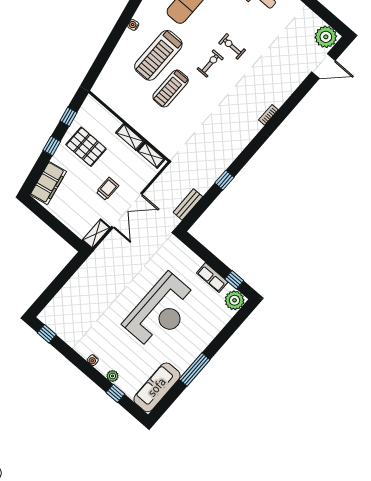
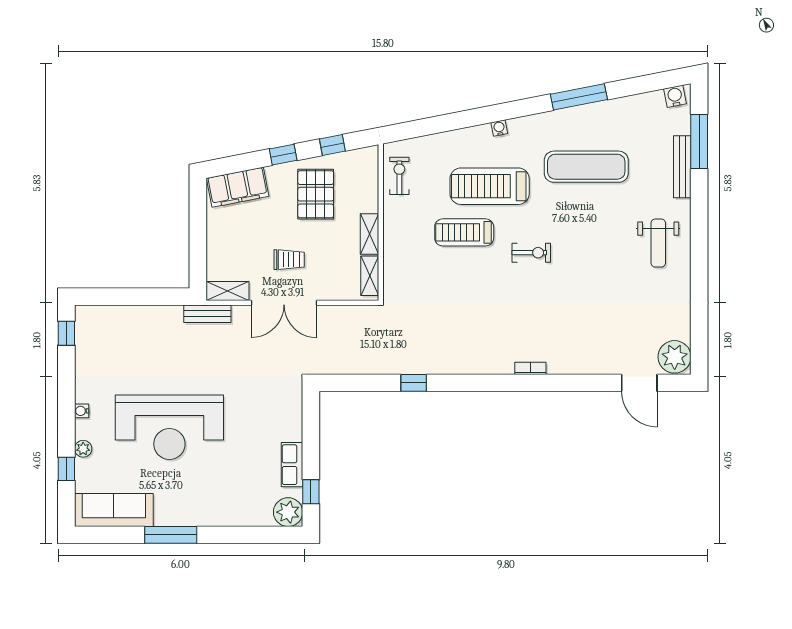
exercise bike: (232, 46) -> (399, 176), moved
bench: (188, 204) -> (207, 314), moved
reception desk: (161, 311) -> (169, 427), moved

